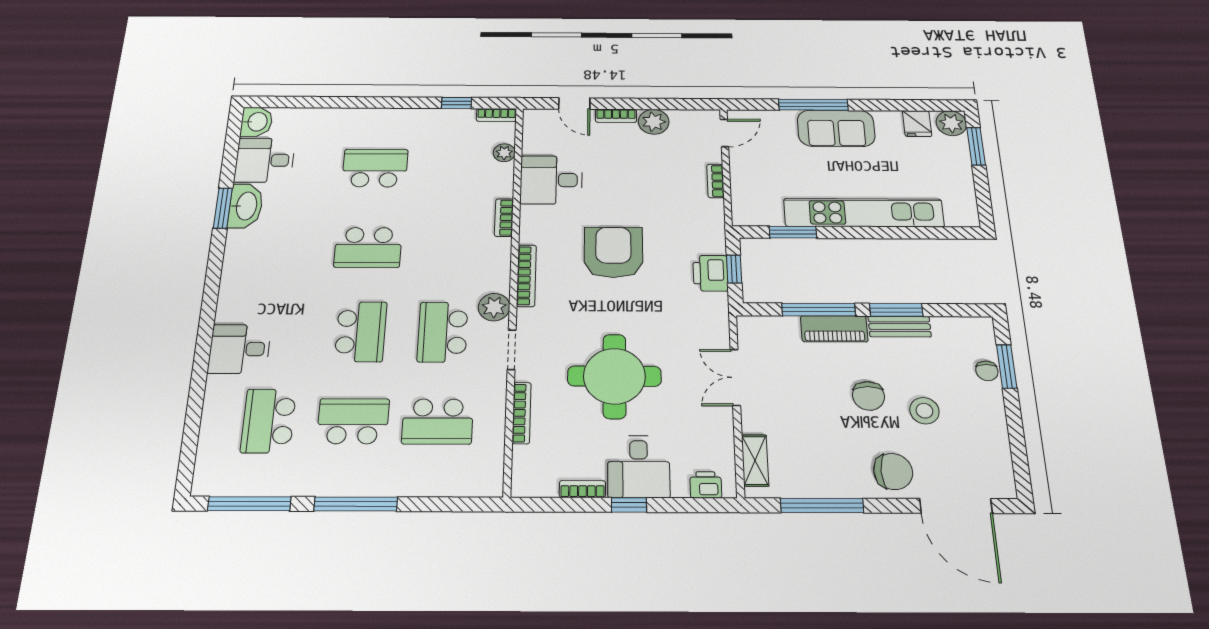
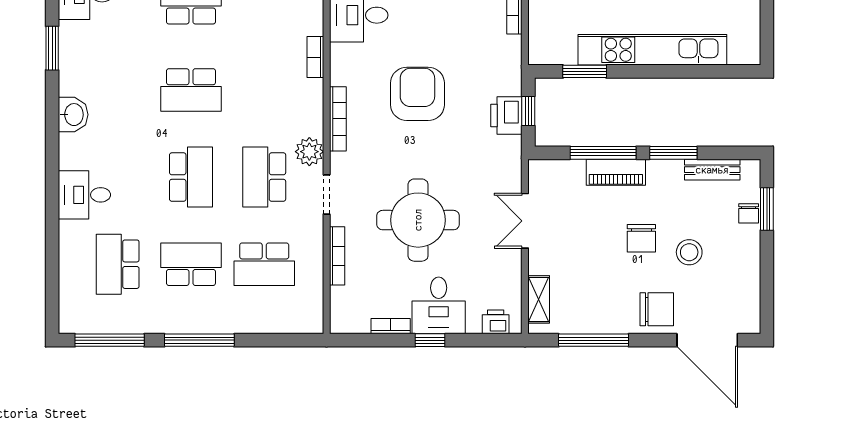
washbasin: (246, 206) -> (73, 115), moved, width x0.72
bench: (900, 327) -> (712, 170), moved

